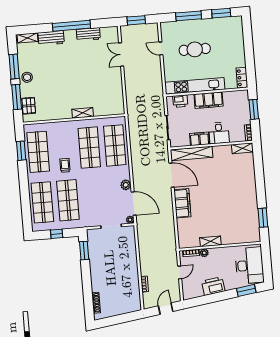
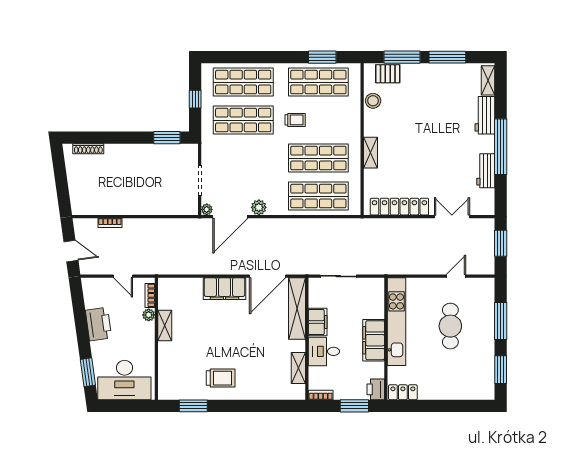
stool: (27, 77) -> (373, 101), moved
locker: (117, 90) -> (399, 207), added
printer: (180, 101) -> (376, 389), moved
shelving: (242, 148) -> (298, 368), moved
trolley: (243, 201) -> (221, 378), added

